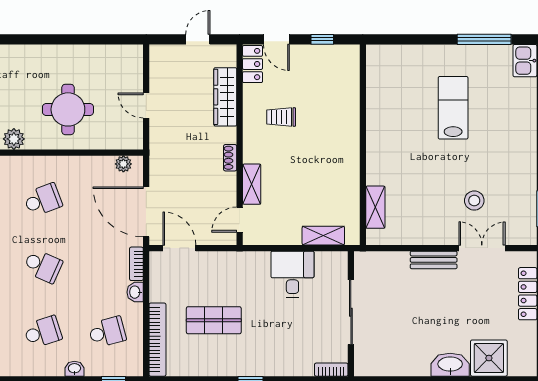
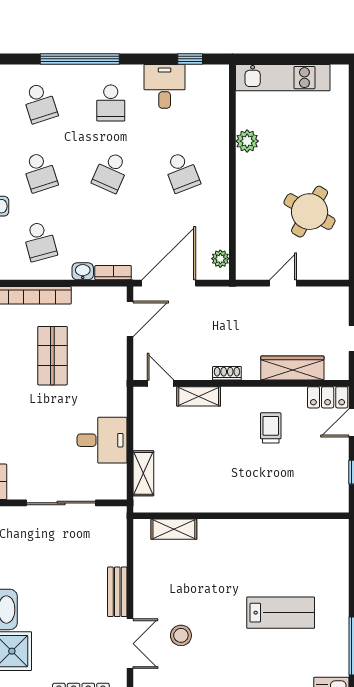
round table: (68, 109) -> (310, 212), moved, turned 30

